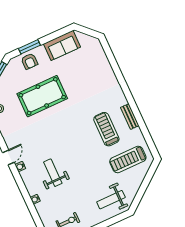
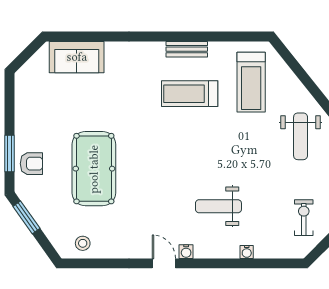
sofa: (62, 45) -> (77, 57), moved, turned 90

